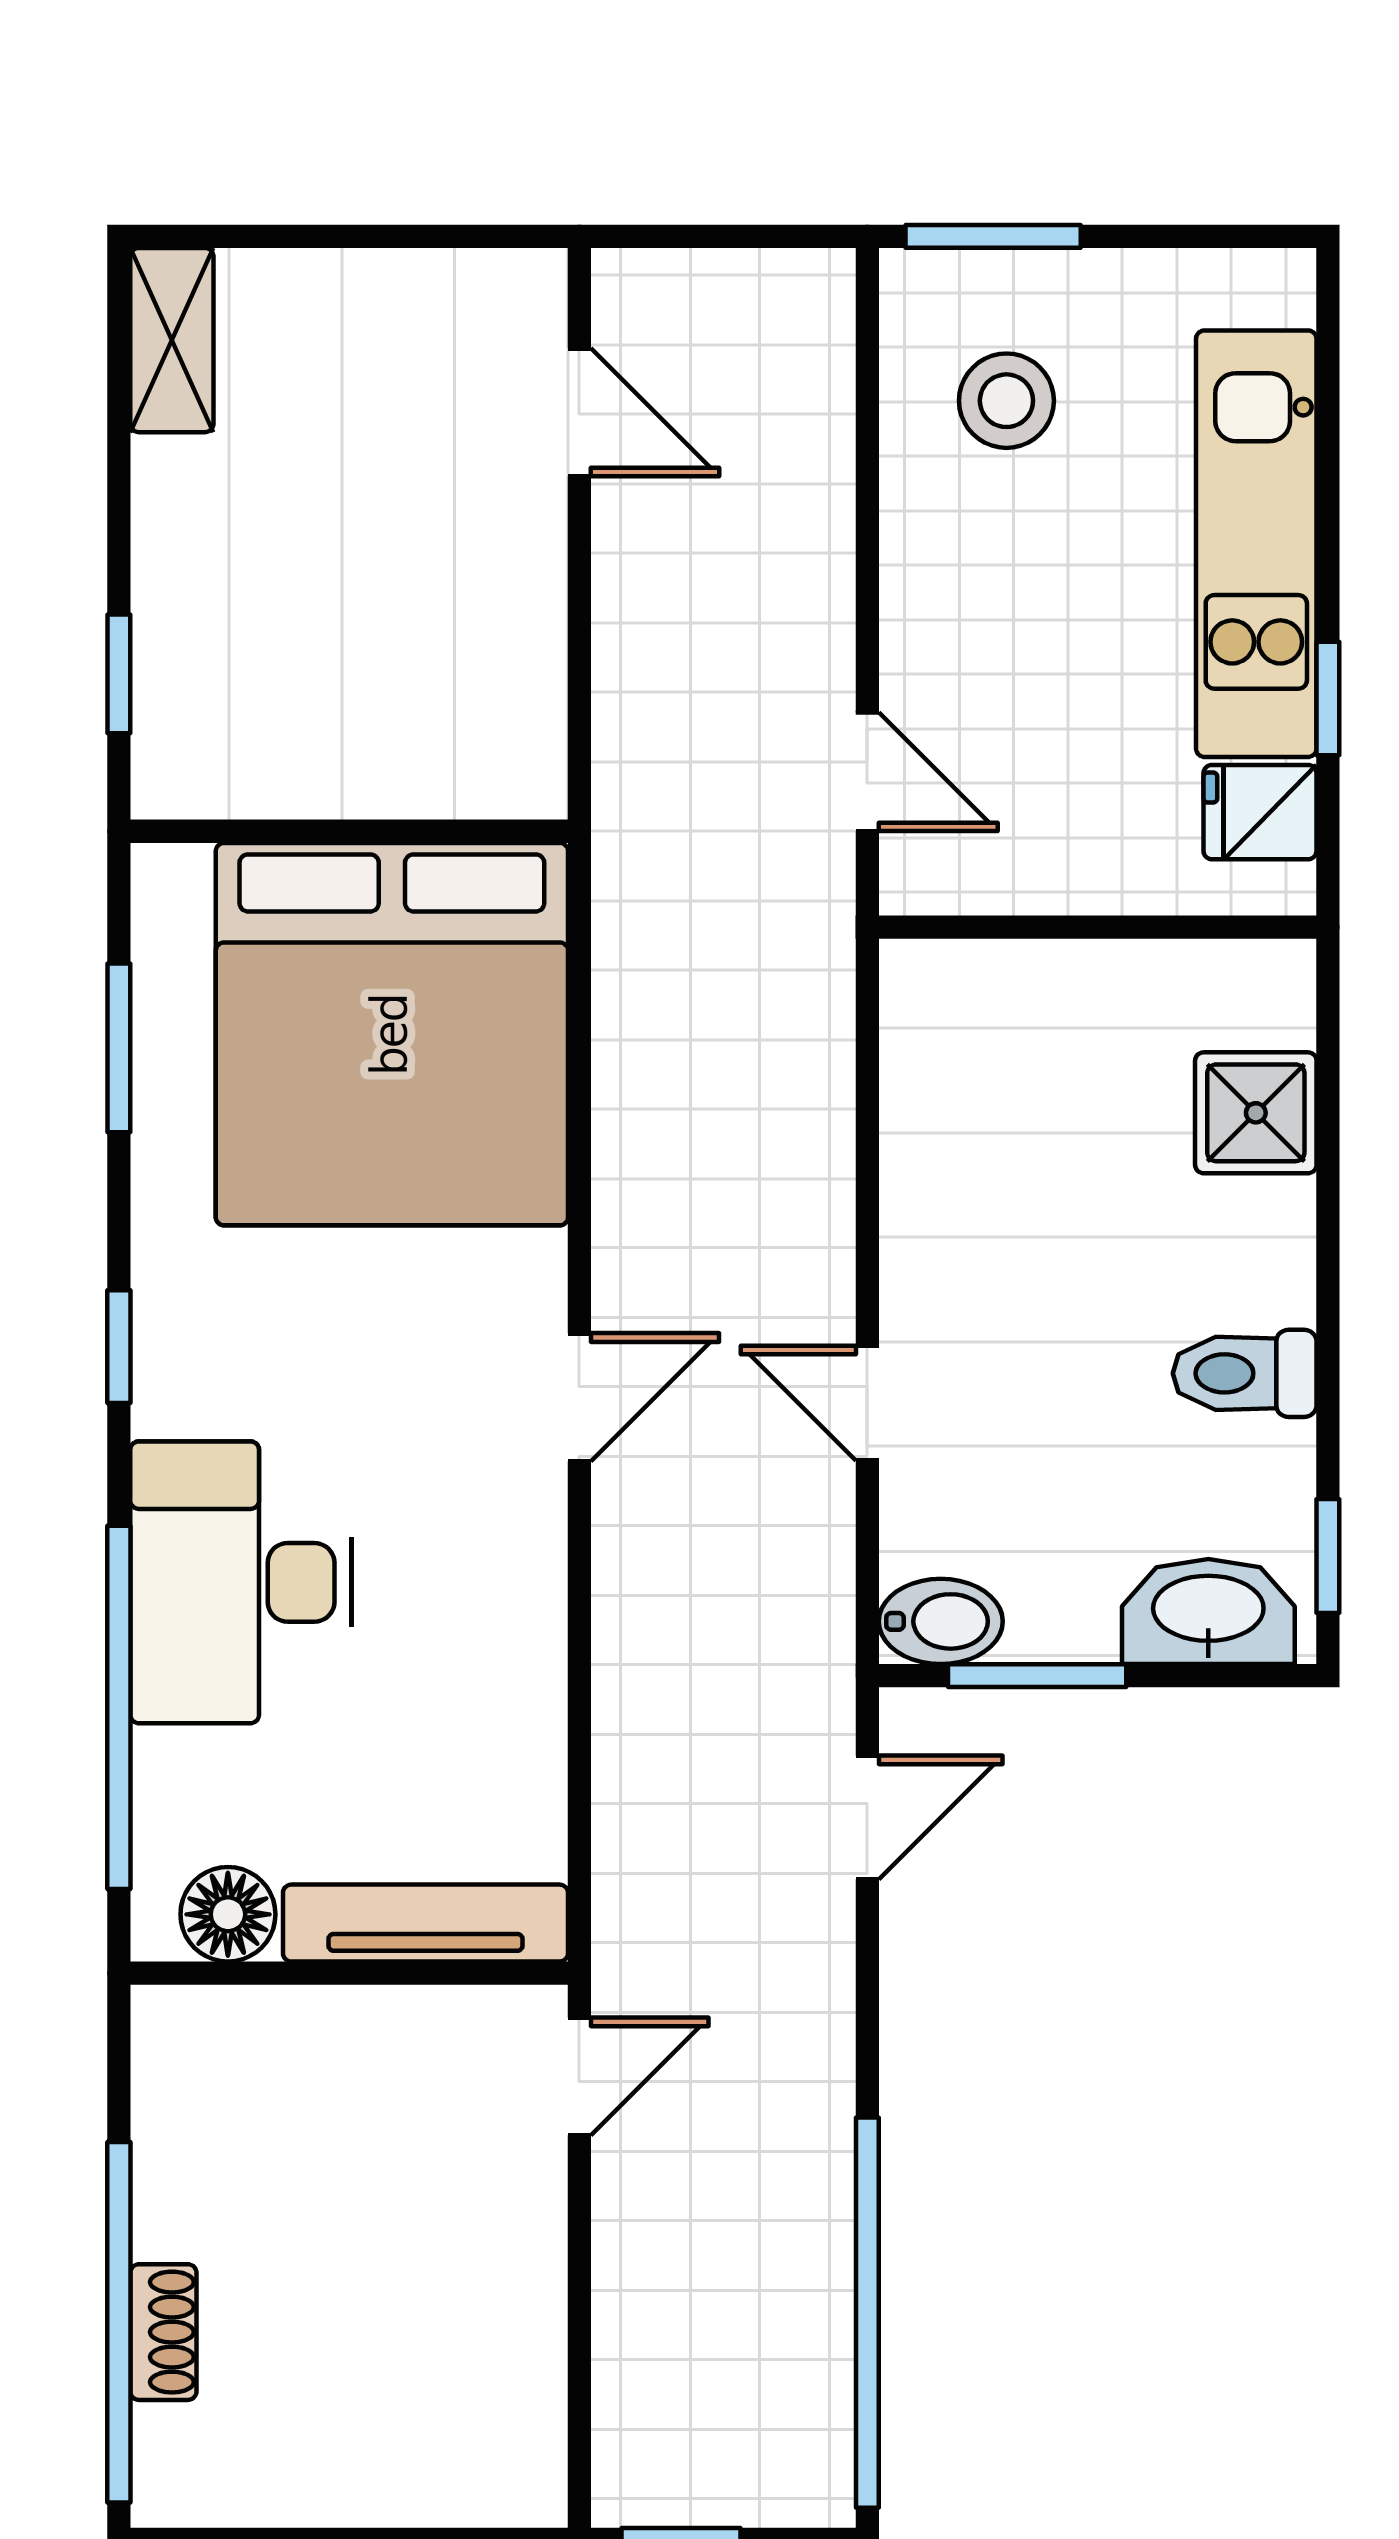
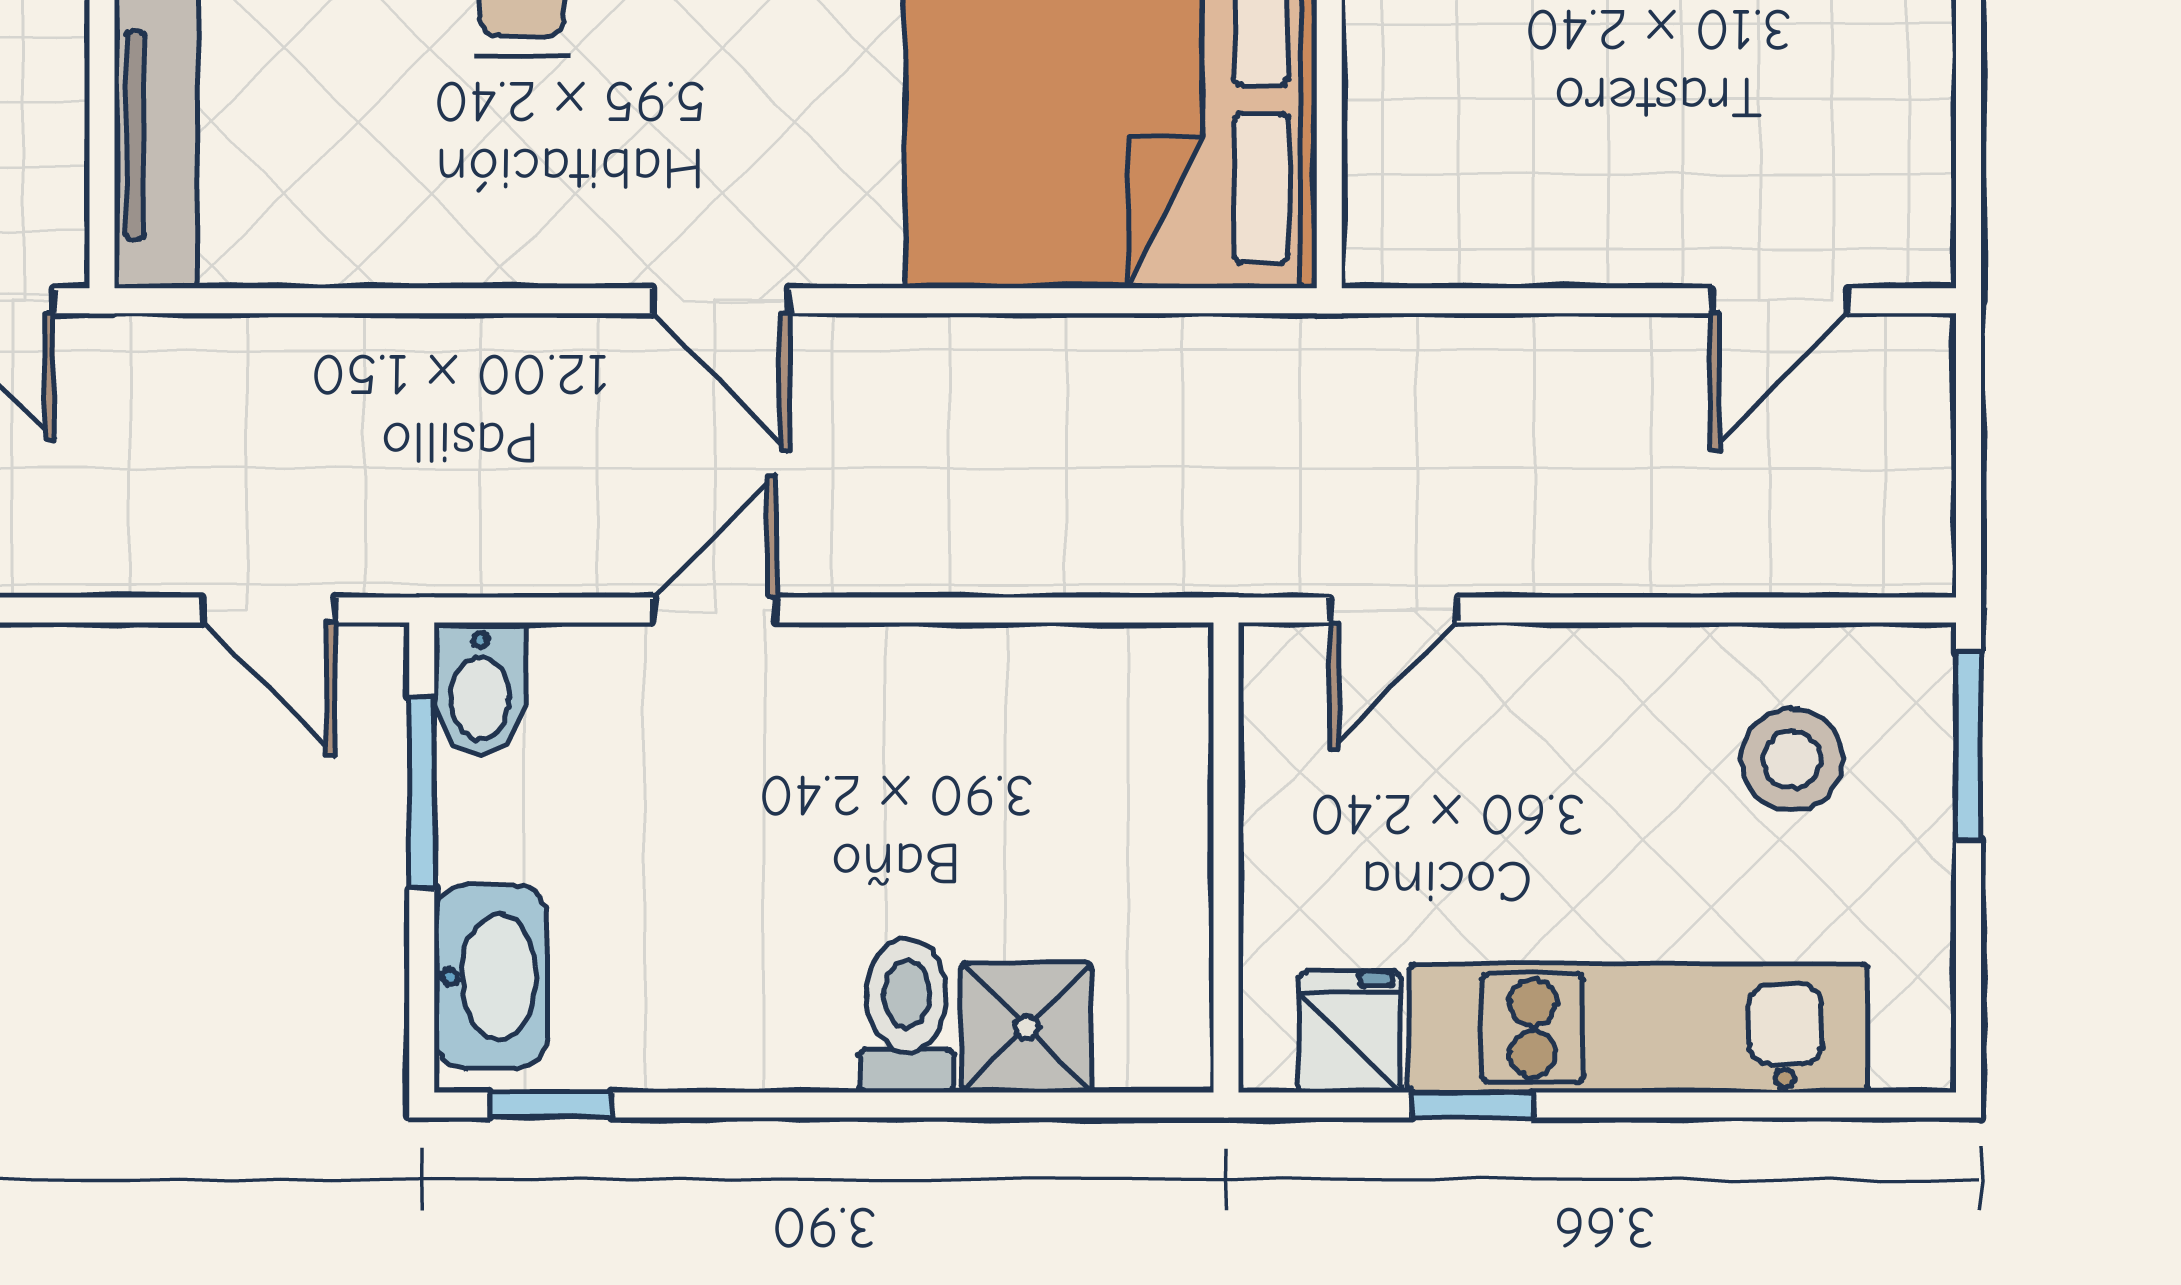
toilet: (1245, 1373) -> (906, 1015), moved

